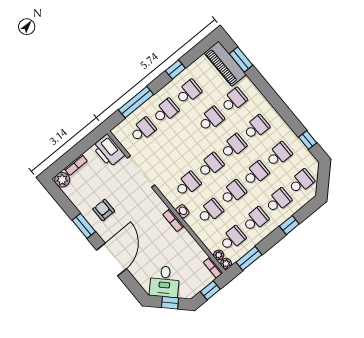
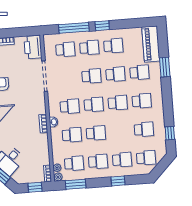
window: (241, 59) -> (165, 67), moved
window: (175, 69) -> (102, 26), moved
school desk: (256, 174) -> (91, 76), moved

